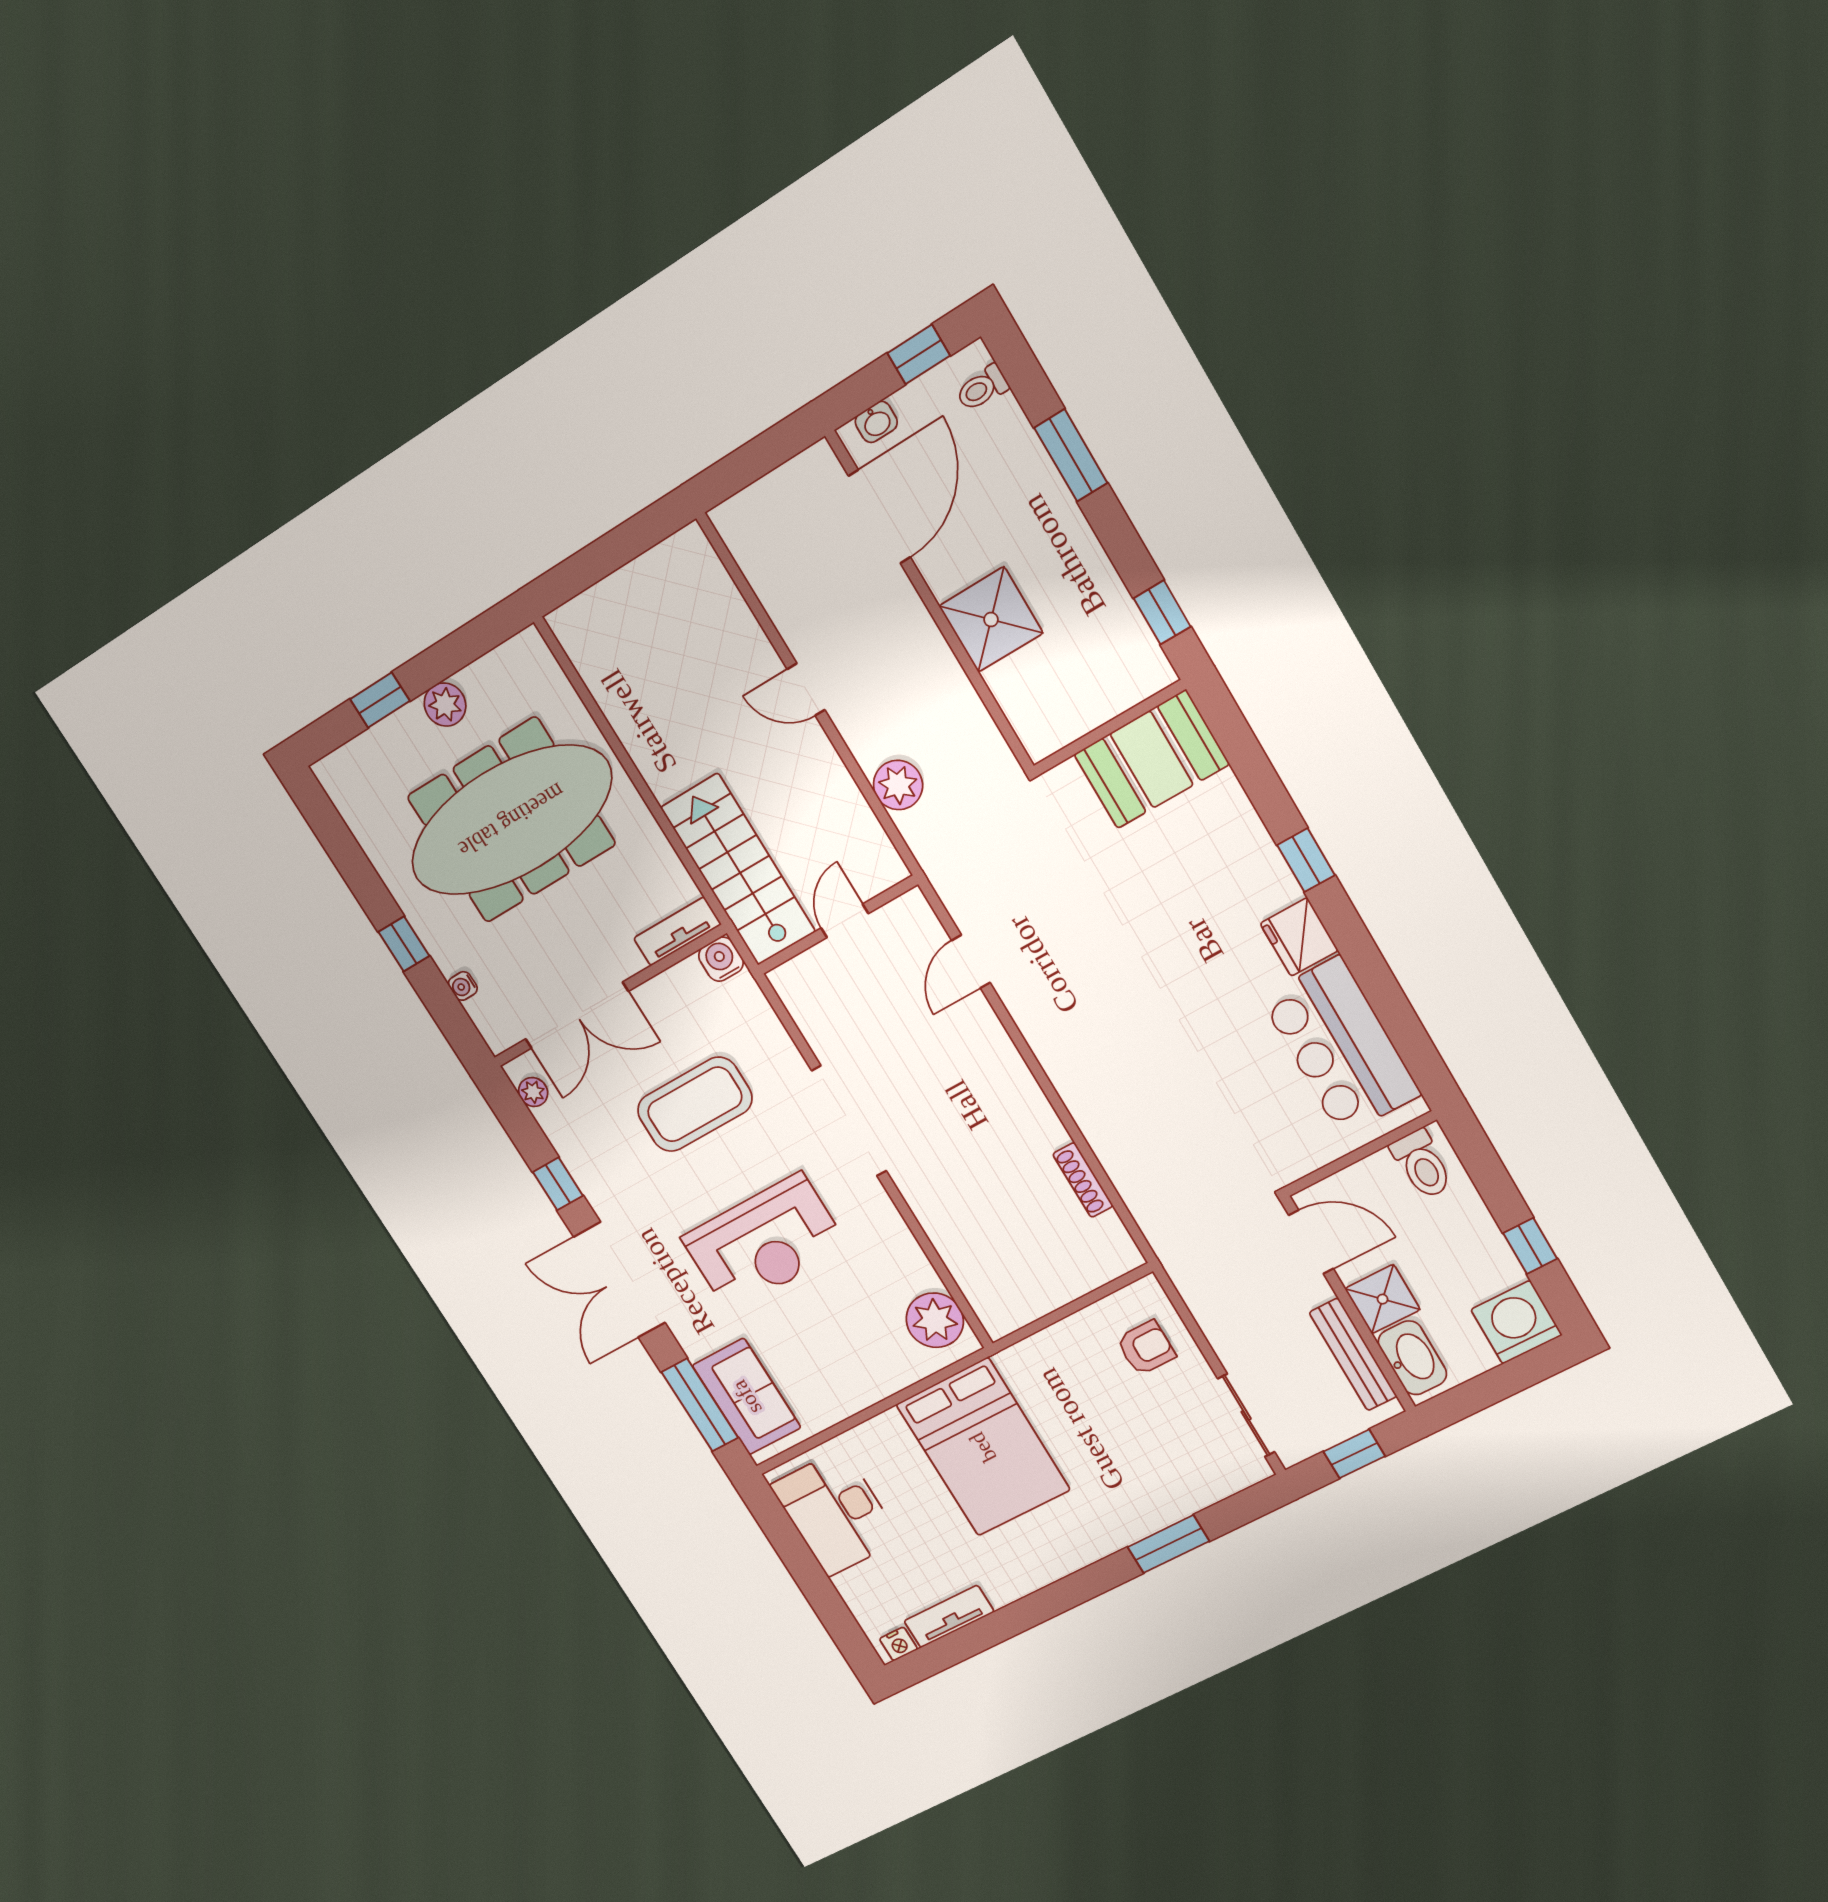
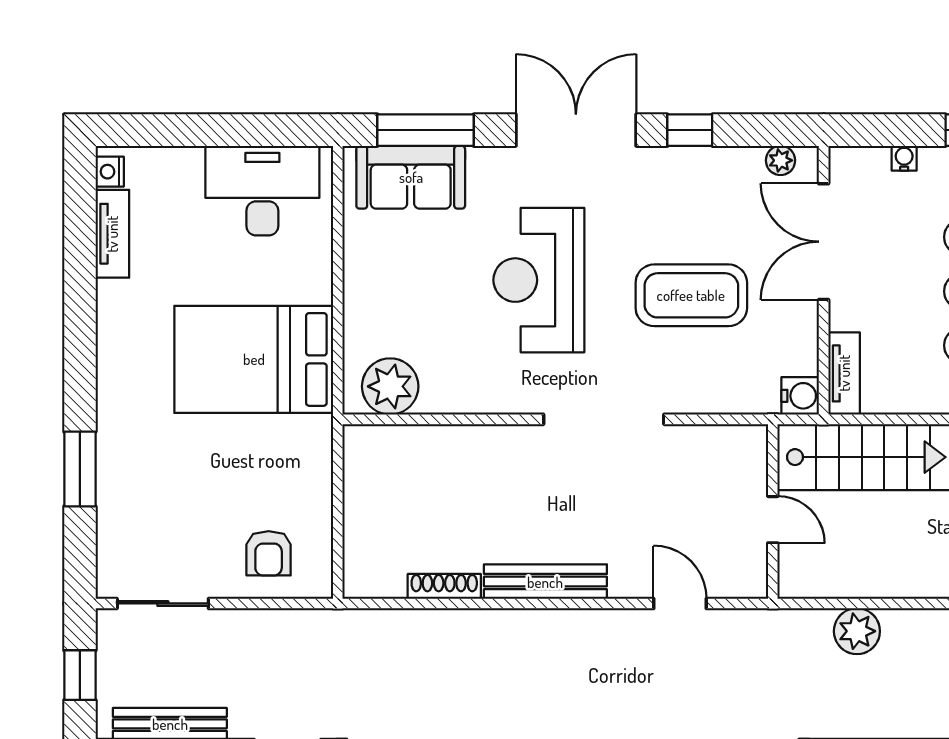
bench: (1024, 1093) -> (545, 582), added
coffee table: (695, 1104) -> (691, 295), turned 90

